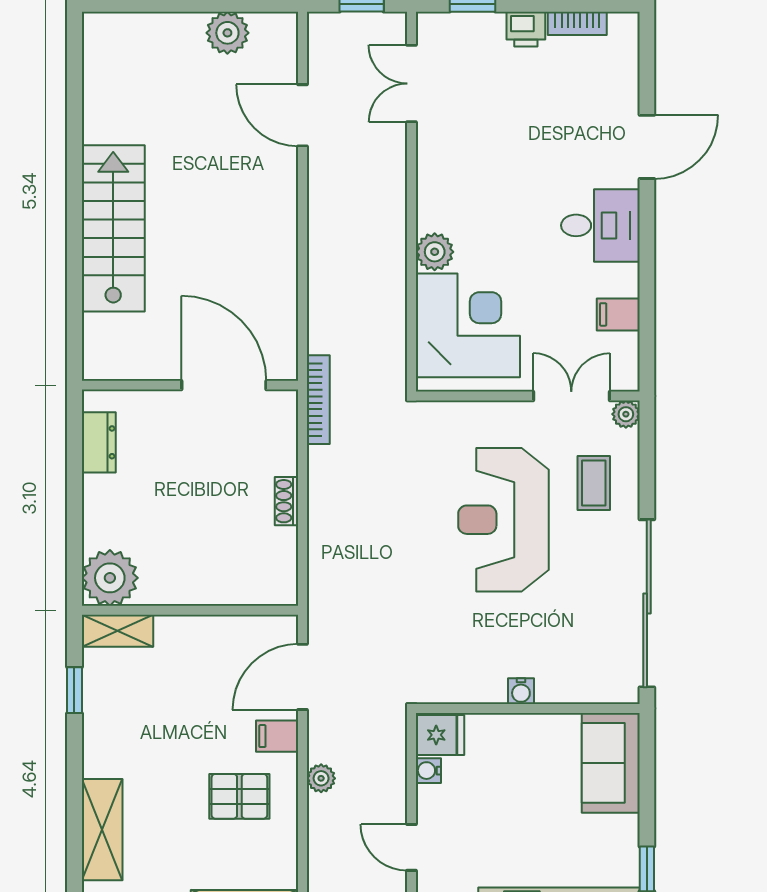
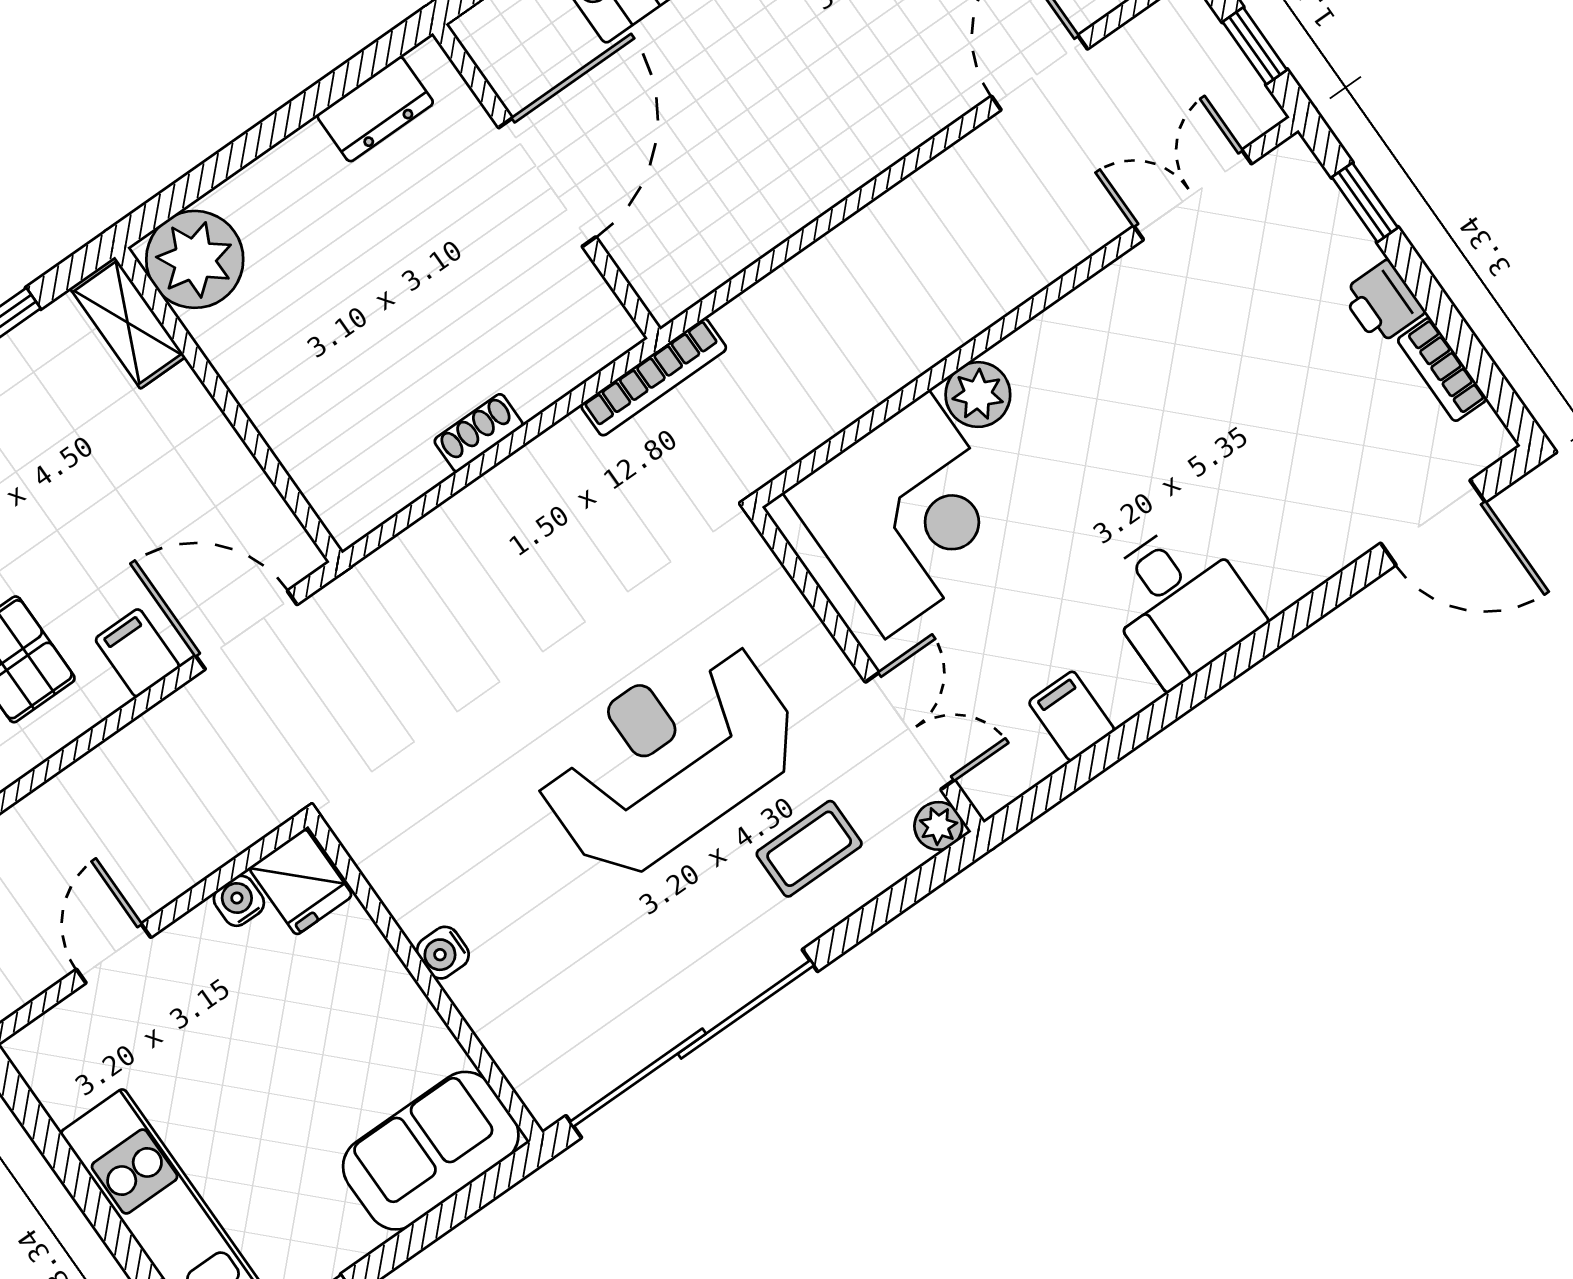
door: (647, 147) -> (1433, 523), moved
door: (224, 385) -> (547, 182), moved
plant: (321, 778) -> (121, 757), removed

